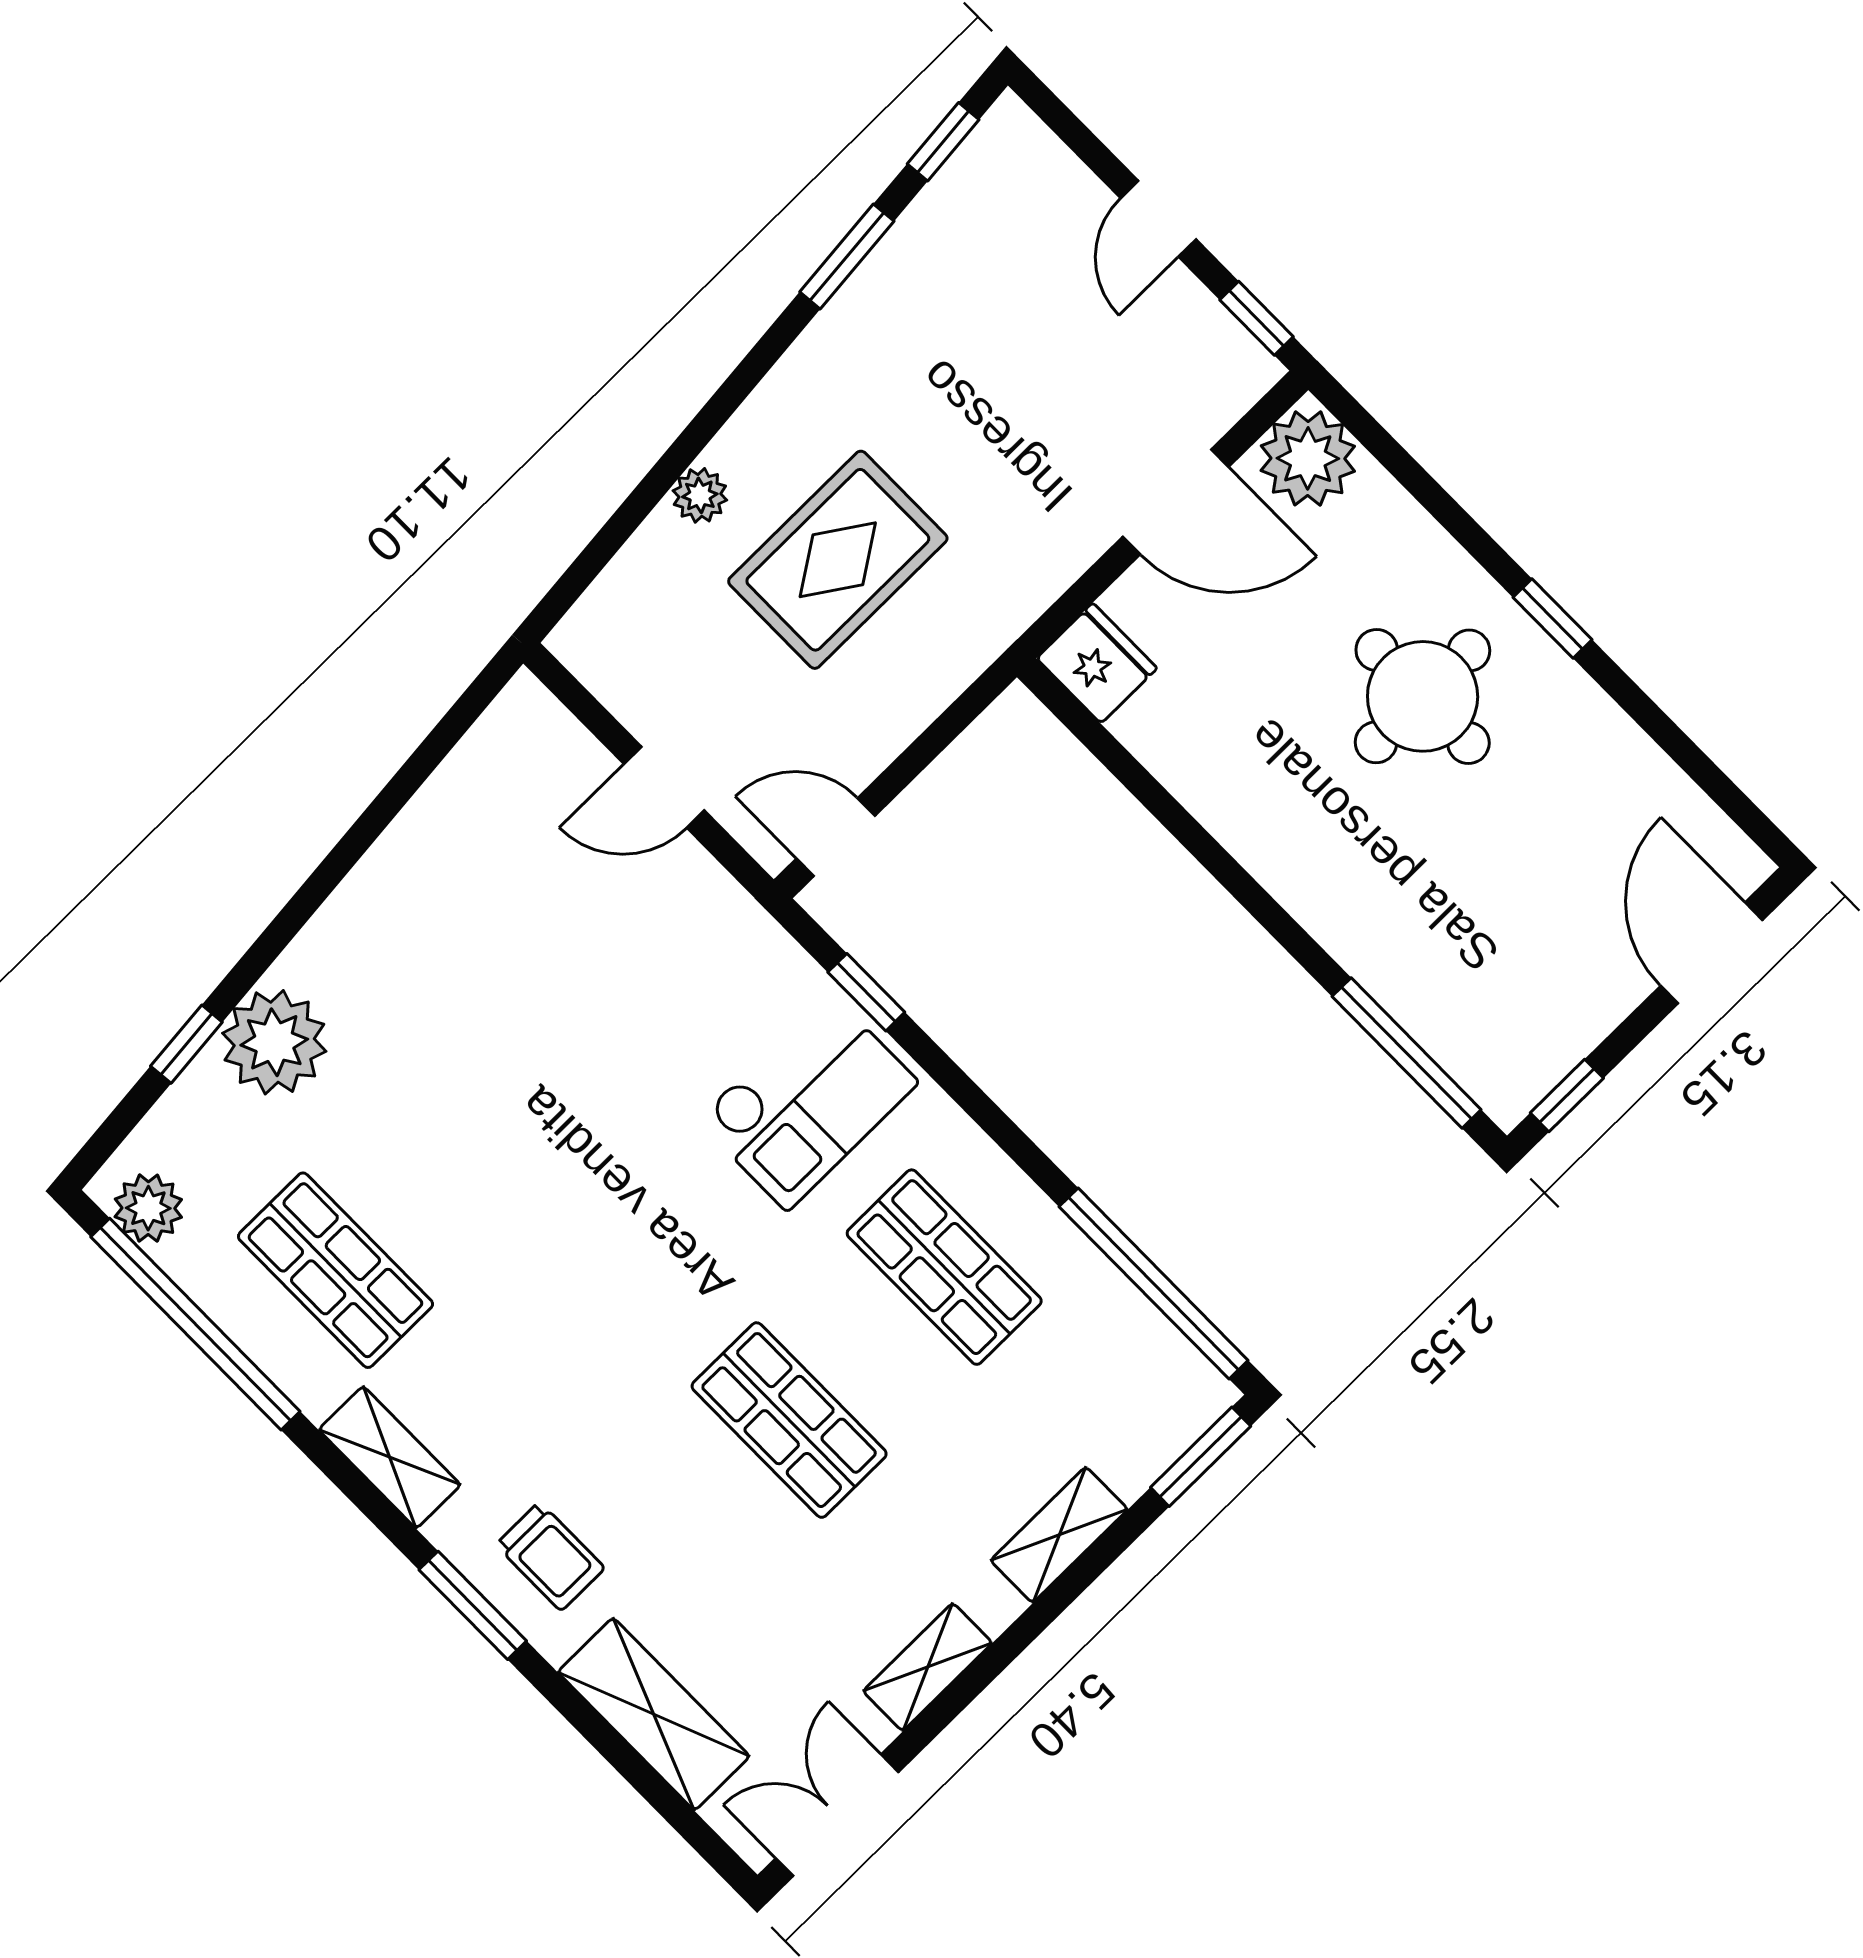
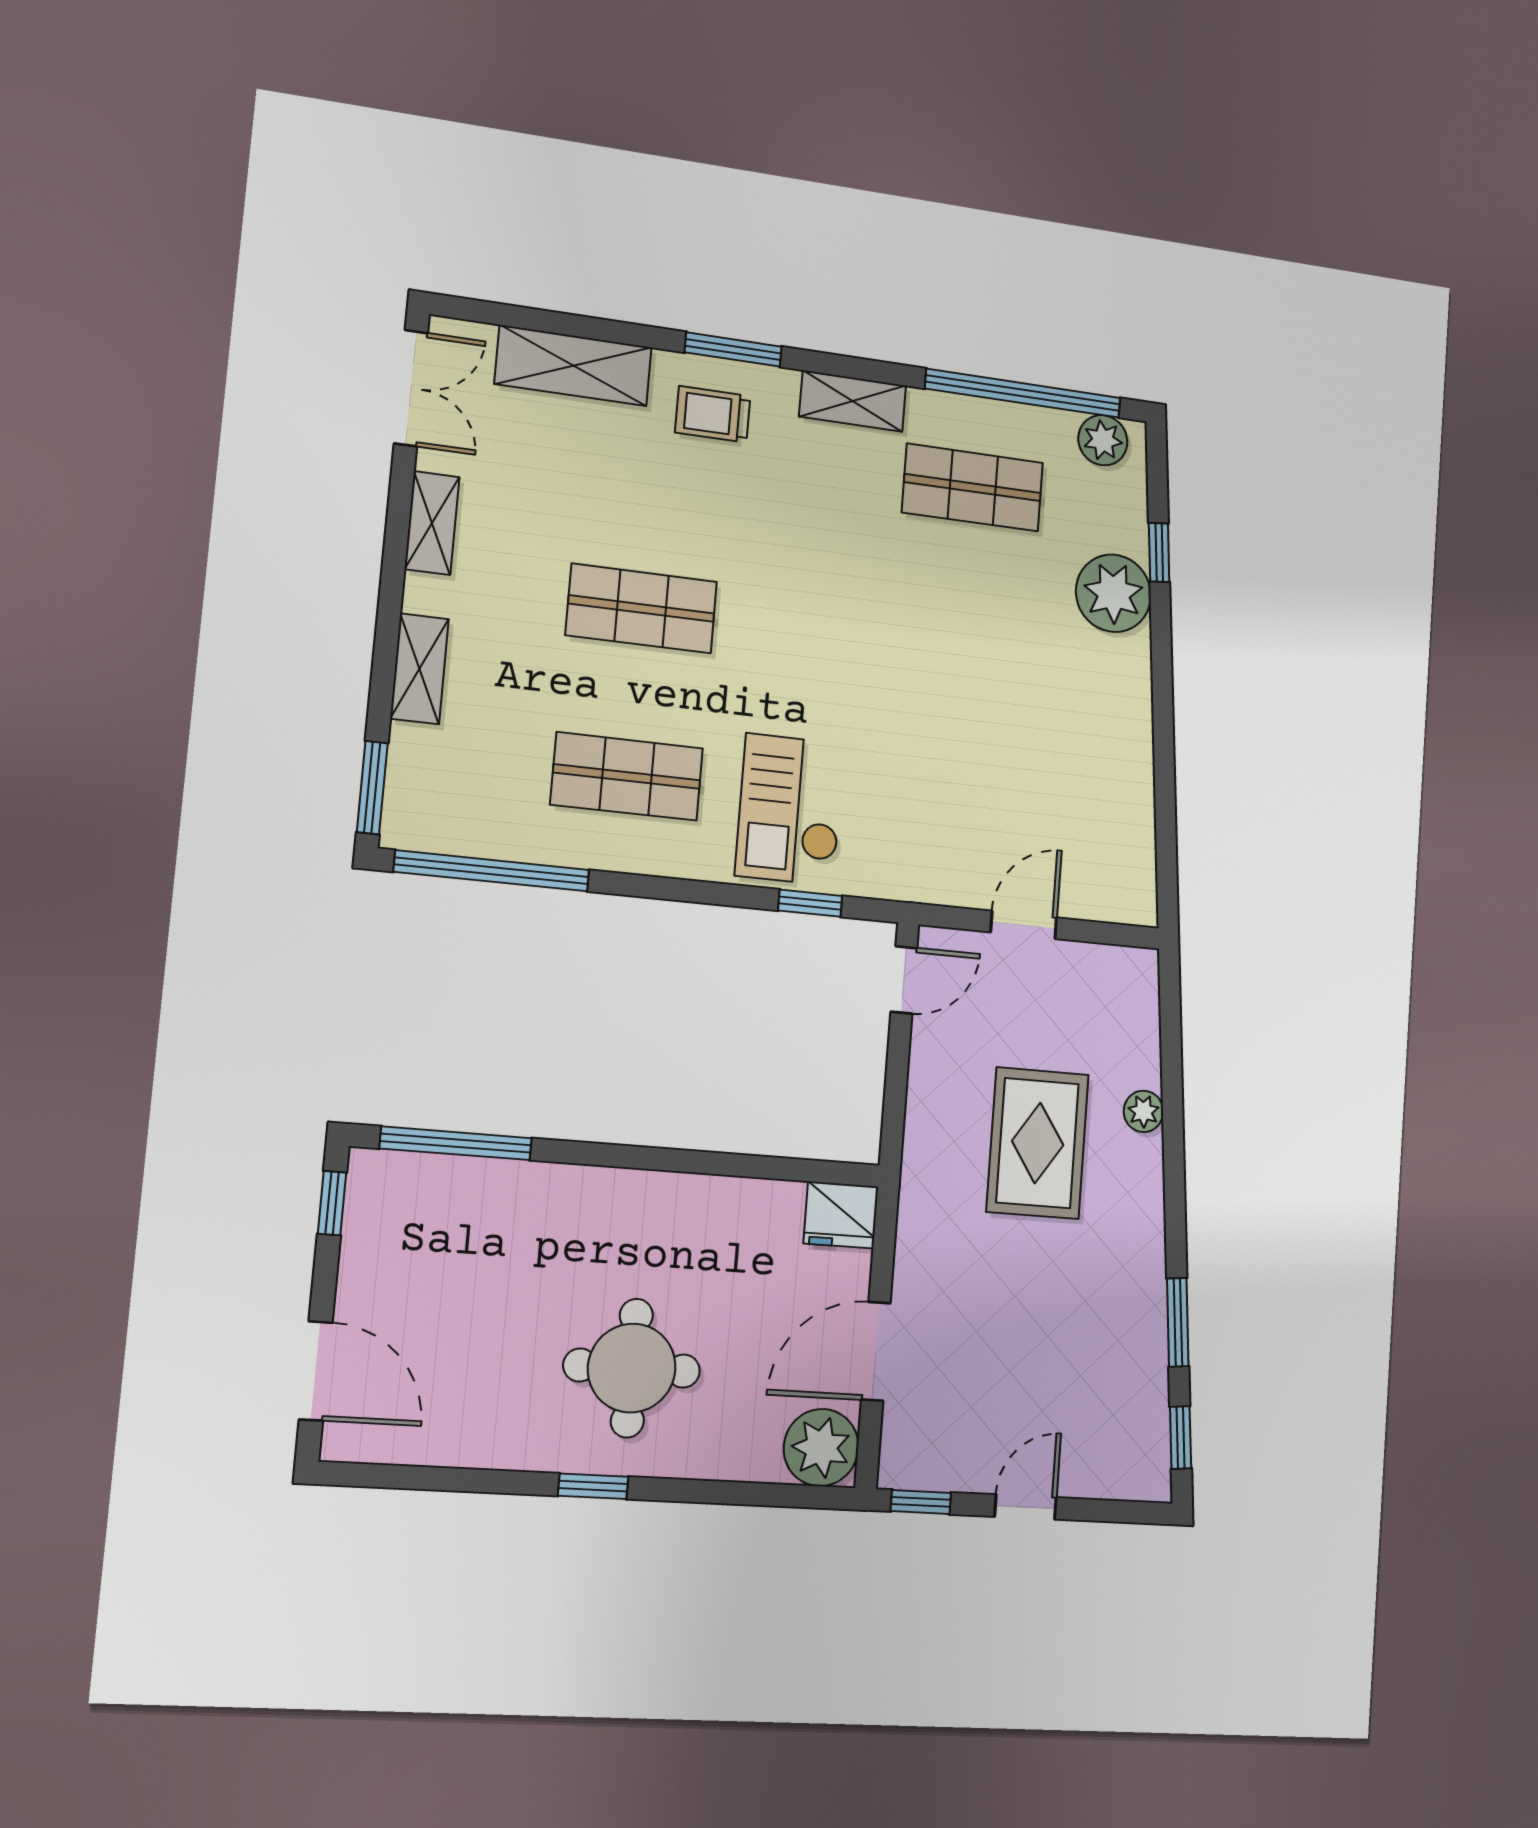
door: (1158, 219) -> (1025, 1507), hinge flipped

